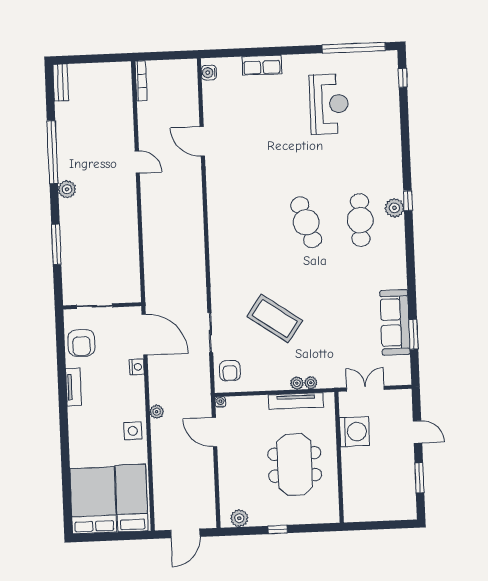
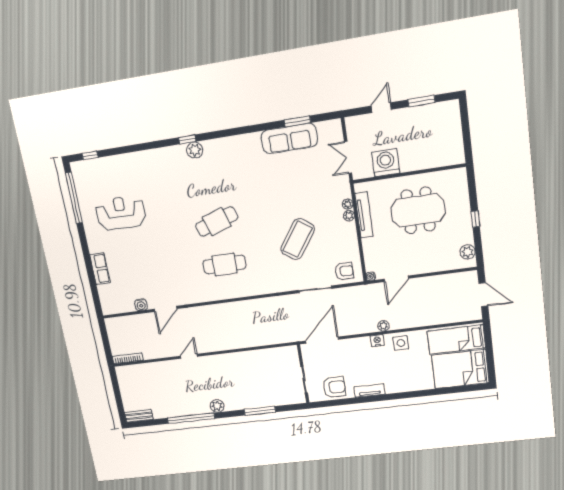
water cooler: (209, 73) -> (141, 305), moved
cafe table: (360, 220) -> (224, 264), moved
nightstand: (137, 367) -> (377, 341), moved

